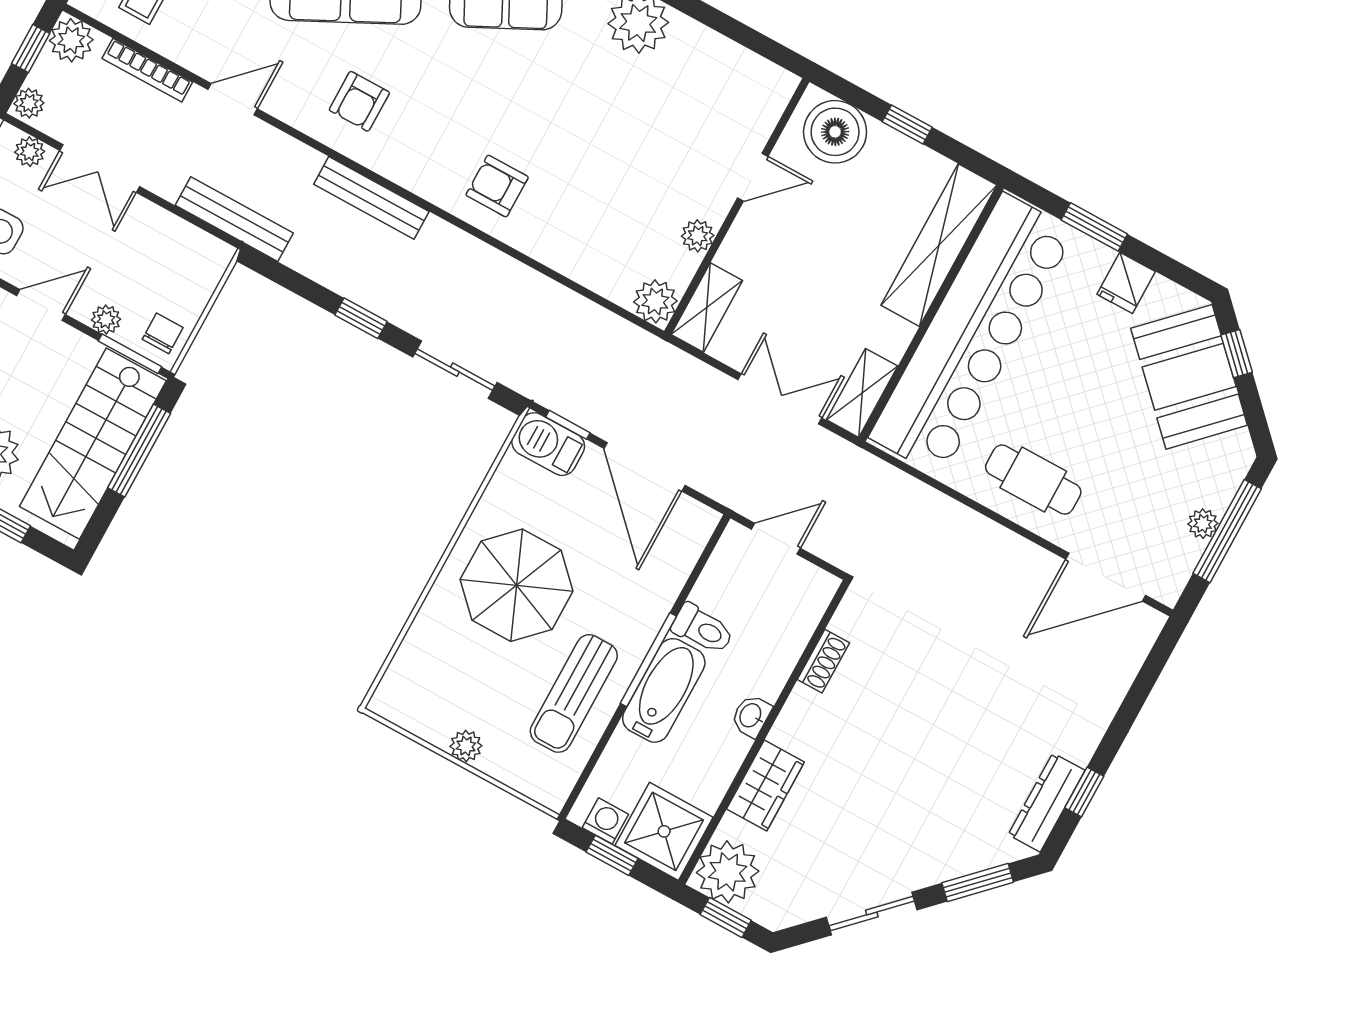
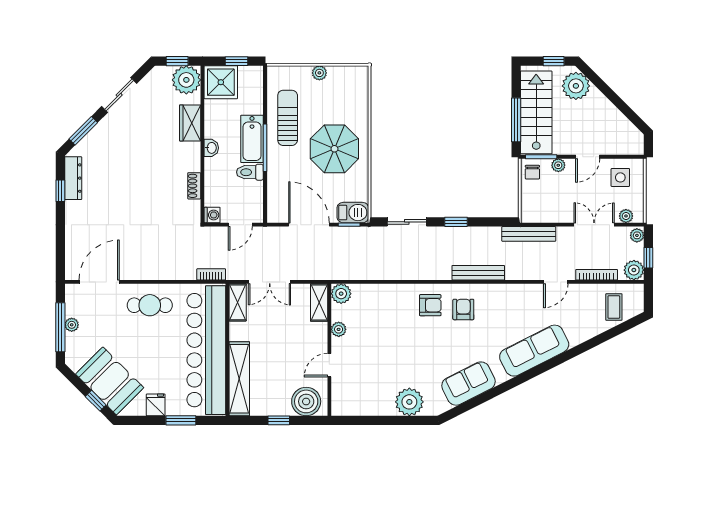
armchair: (359, 101) -> (463, 309), moved
bookcase: (884, 474) -> (211, 274), added
washing machine: (605, 821) -> (212, 215), moved, turned -90

